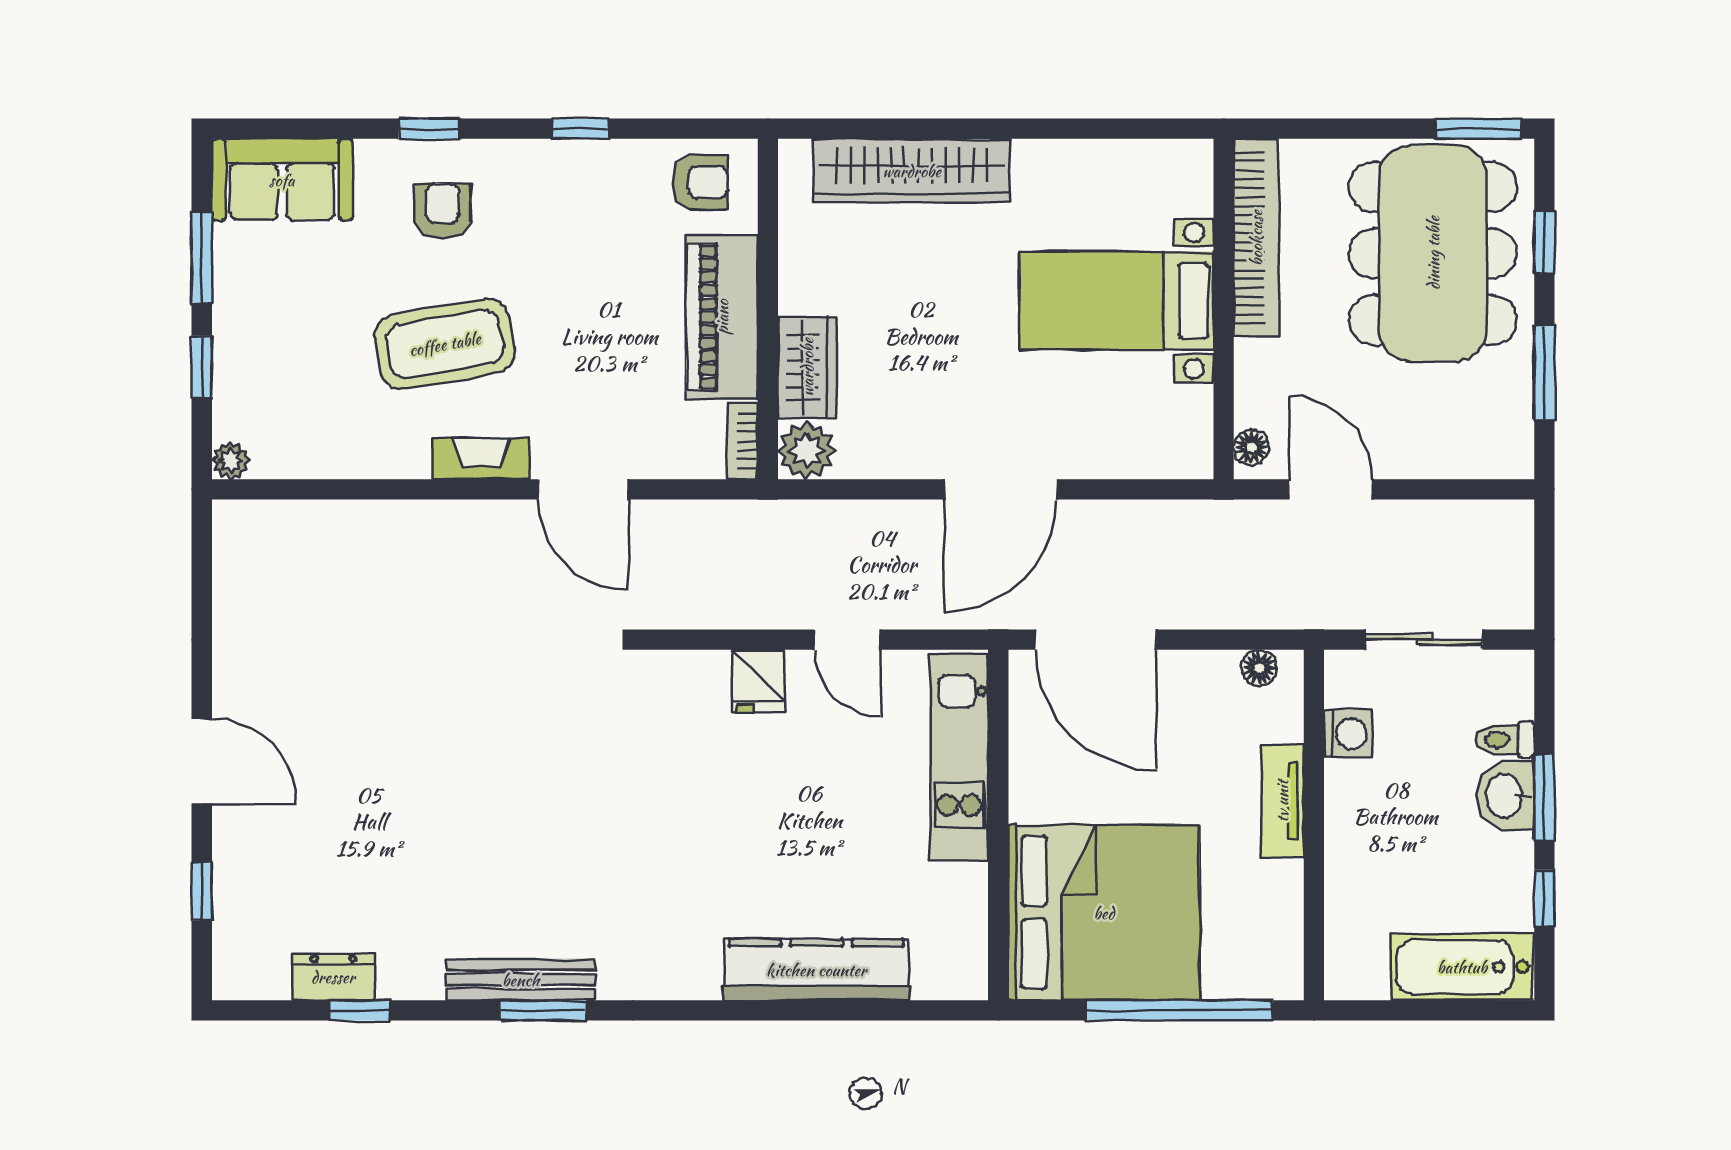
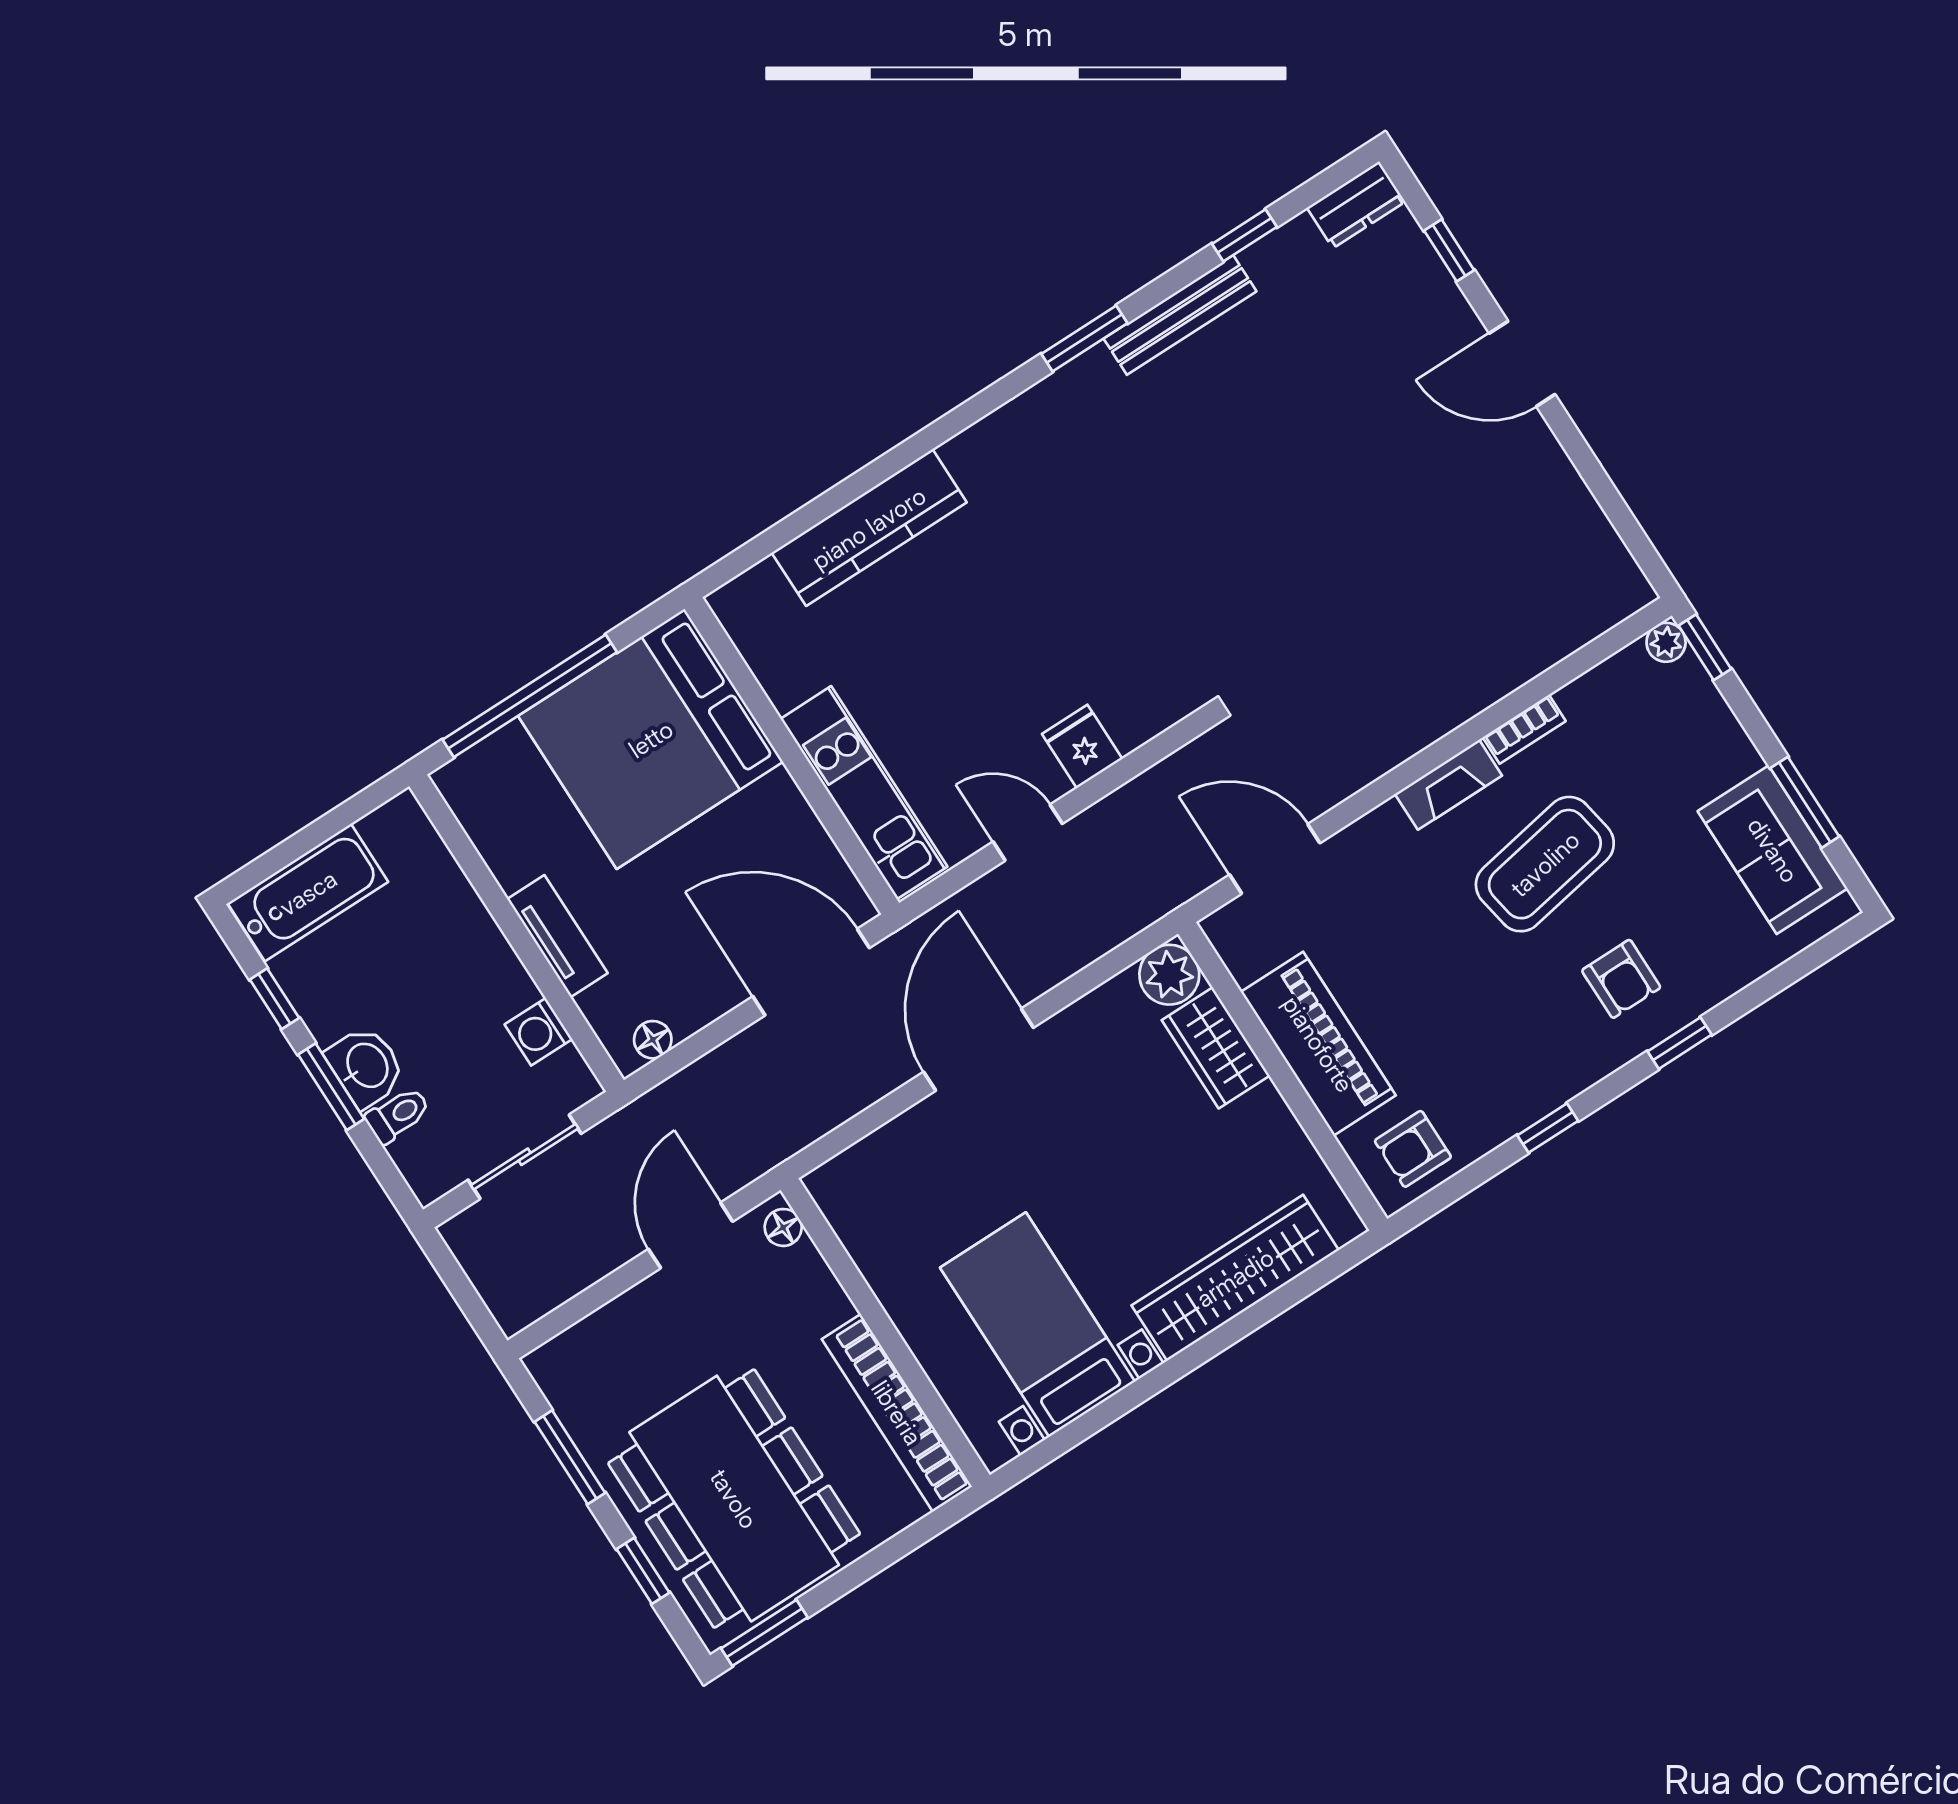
sofa: (282, 180) -> (1773, 850), moved, turned -90
bed with nightstands: (1117, 301) -> (1038, 1325), moved, turned -90
window: (202, 367) -> (1705, 647), moved
bookcase: (743, 441) -> (1524, 729), moved, turned 90
door: (583, 489) -> (1275, 859), moved
door: (1331, 489) -> (691, 1235), swing flipped
dresser: (333, 977) -> (1356, 205), moved
bench: (521, 980) -> (1180, 315), moved

